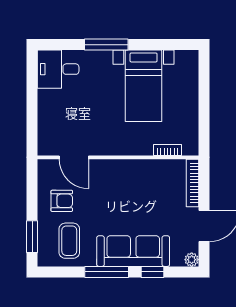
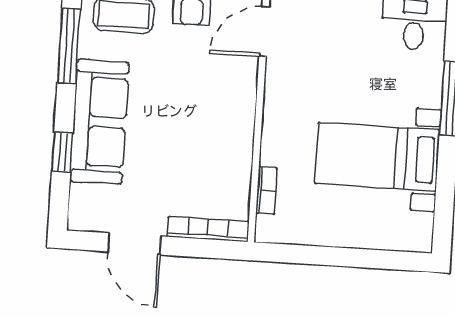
plant: (192, 260) -> (79, 219), removed
window: (107, 272) -> (69, 46), moved

